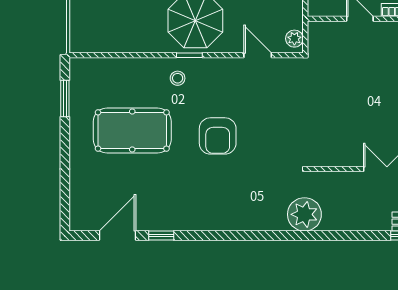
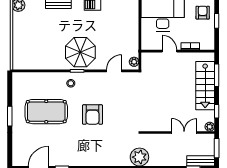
door: (258, 55) -> (114, 71), hinge flipped
window: (65, 98) -> (10, 116), moved

